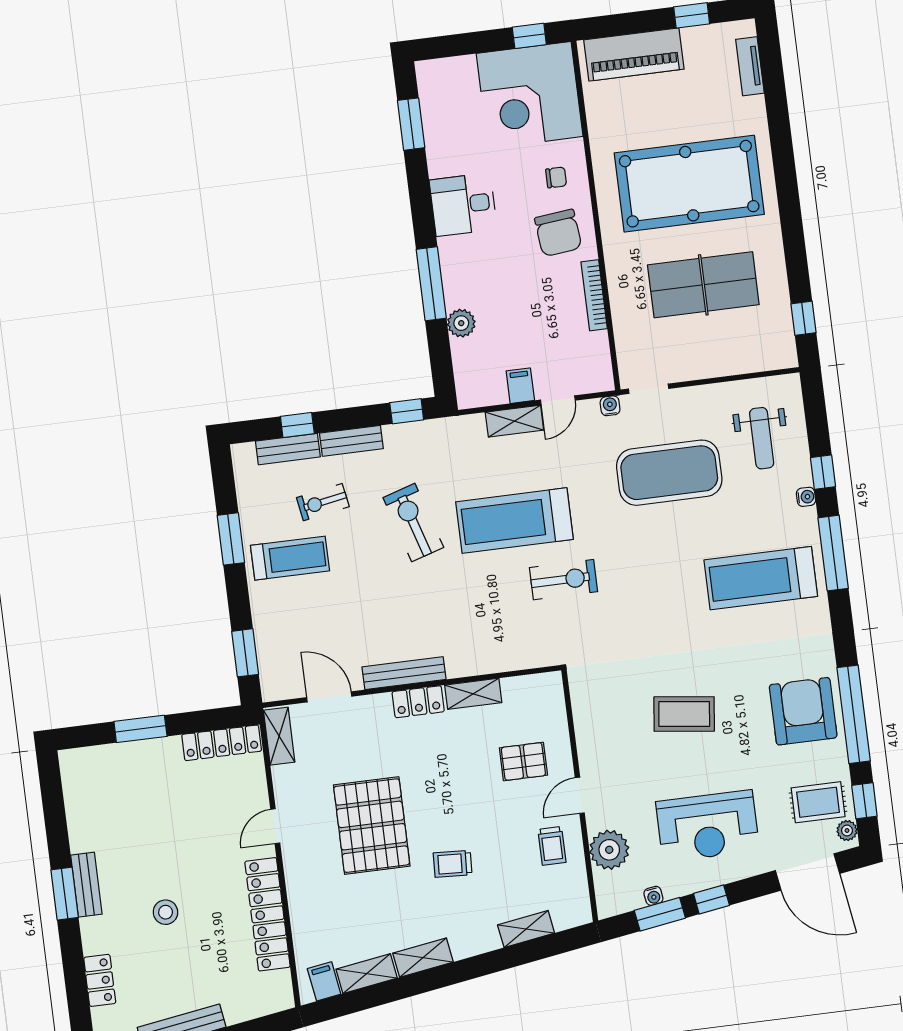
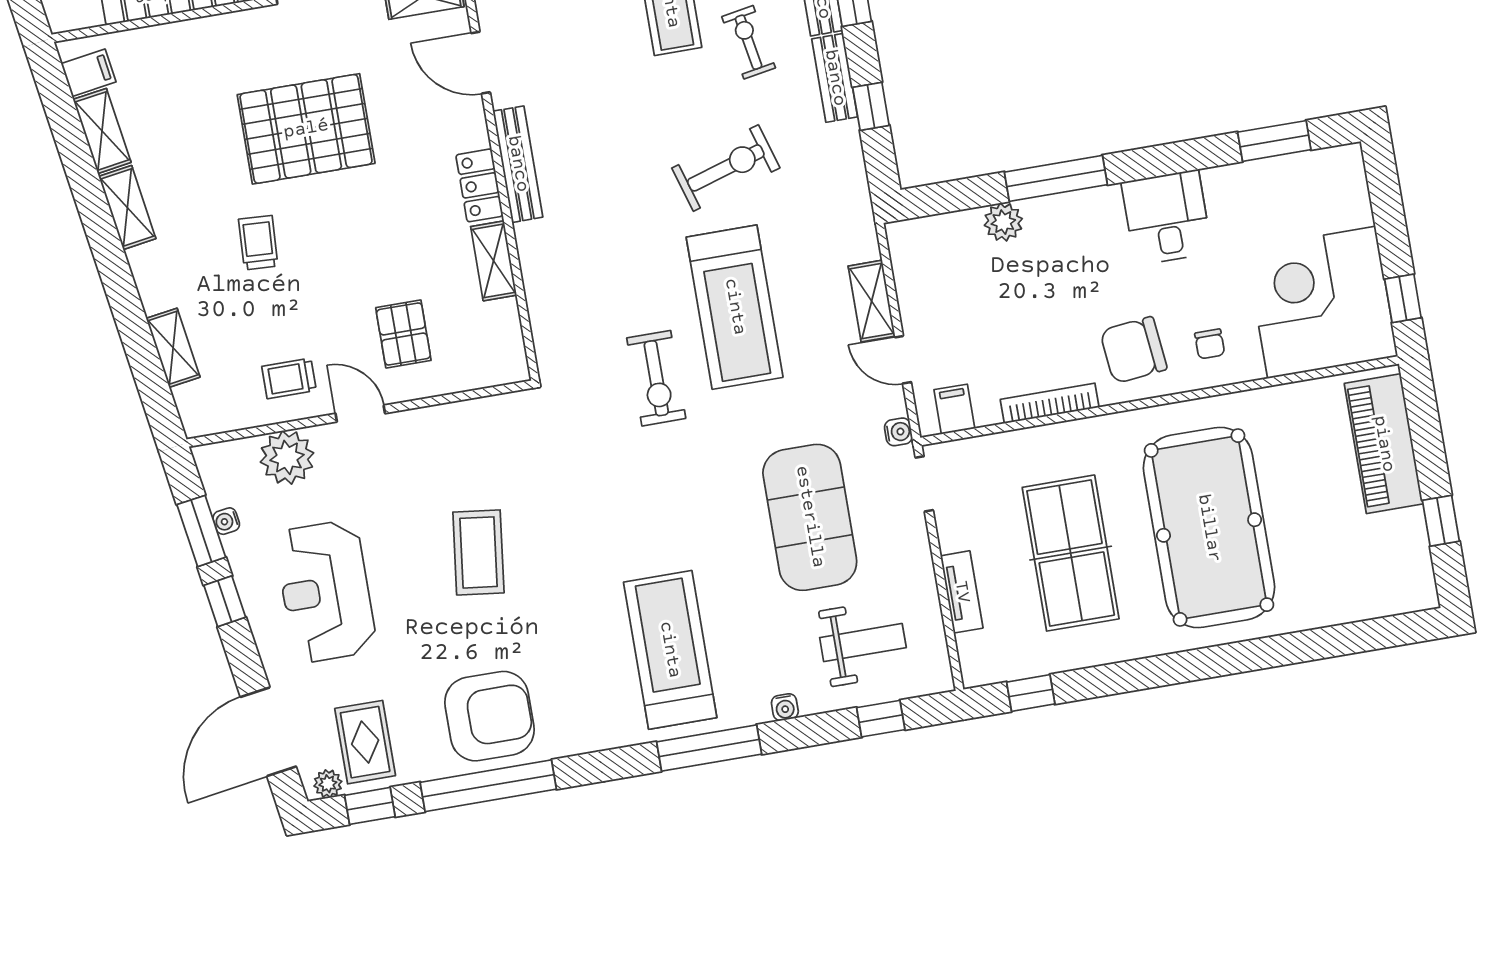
tv unit: (750, 66) -> (962, 592), moved, turned 90
filing cabinet: (520, 386) -> (954, 409), moved, turned -90
window: (407, 411) -> (871, 106), moved
weight bench: (762, 438) -> (863, 643), turned 180
window: (823, 472) -> (881, 719), moved
treadmill: (514, 521) -> (735, 307), turned 180
door: (329, 697) -> (481, 63), swing flipped

